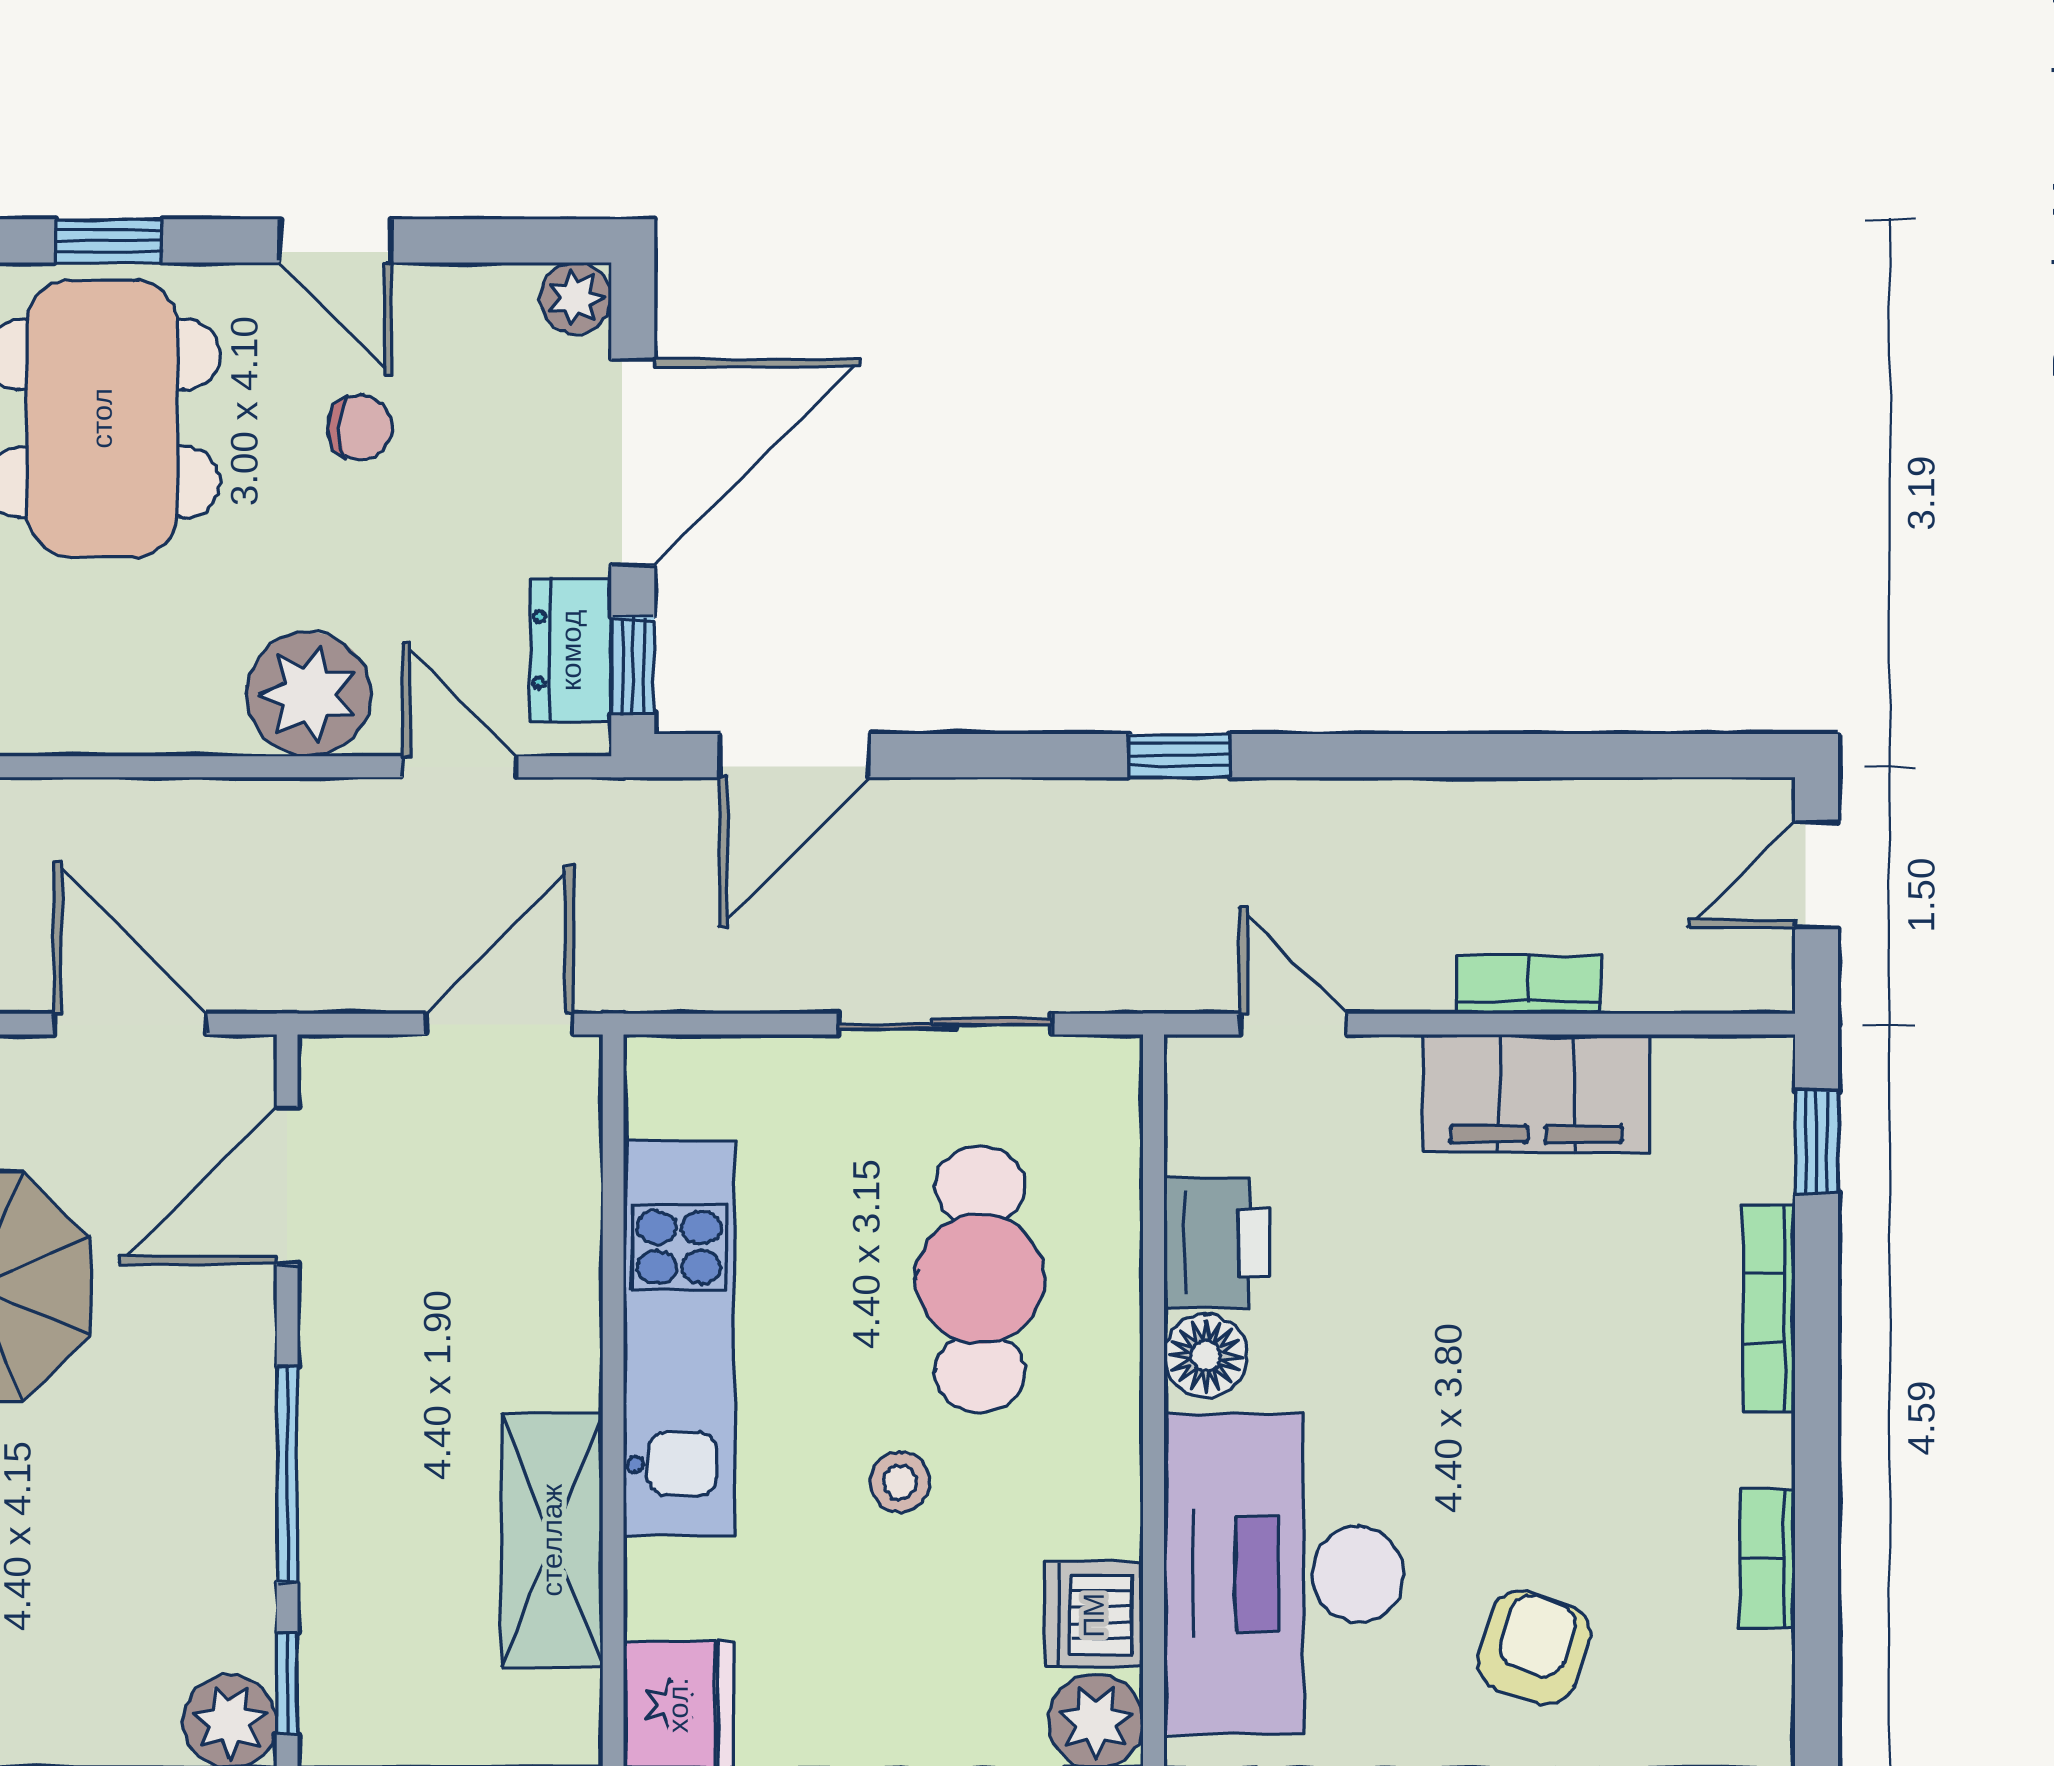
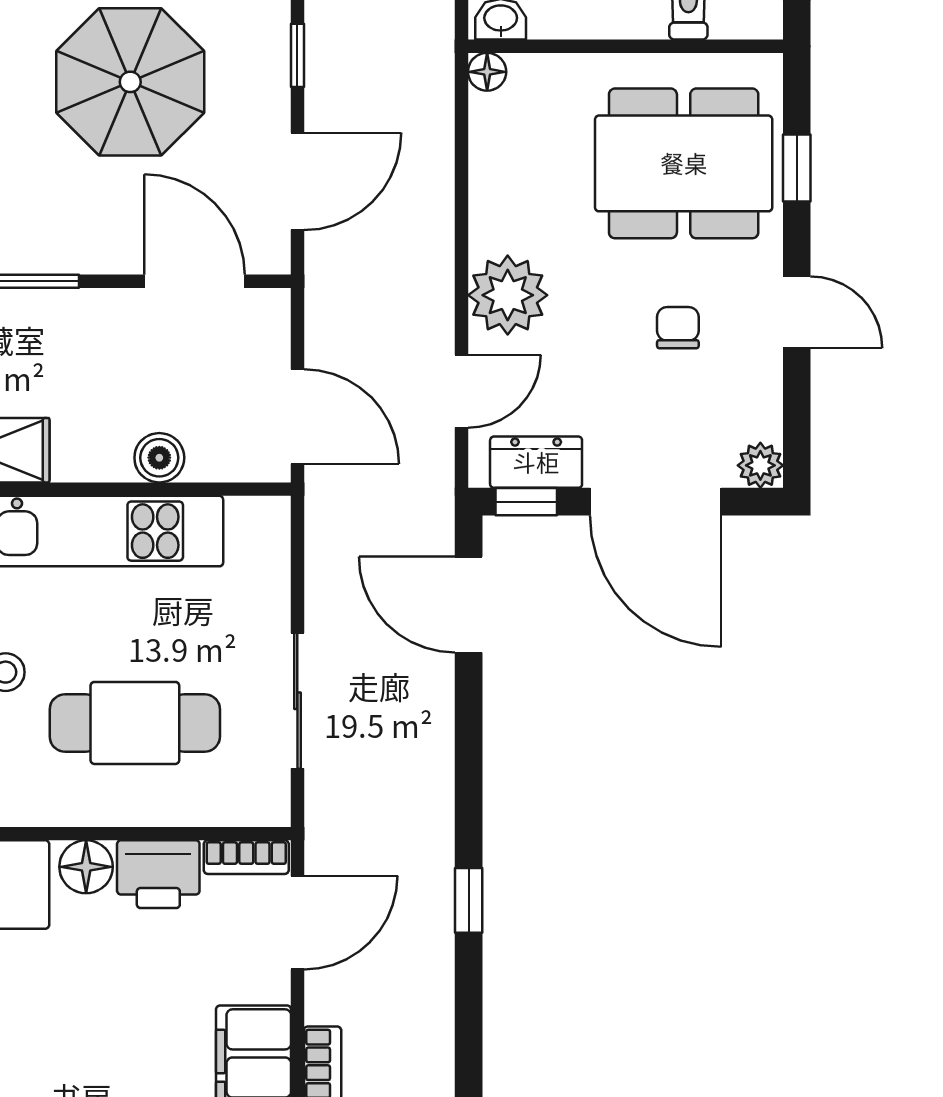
door: (336, 241) -> (797, 312), swing flipped
chair: (360, 427) -> (678, 328), turned 180
window: (1179, 756) -> (469, 900), moved
door: (1293, 1024) -> (297, 923), width x1.38
bookcase: (1190, 1104) -> (246, 857), added
boiler: (564, 1241) -> (159, 458), added

